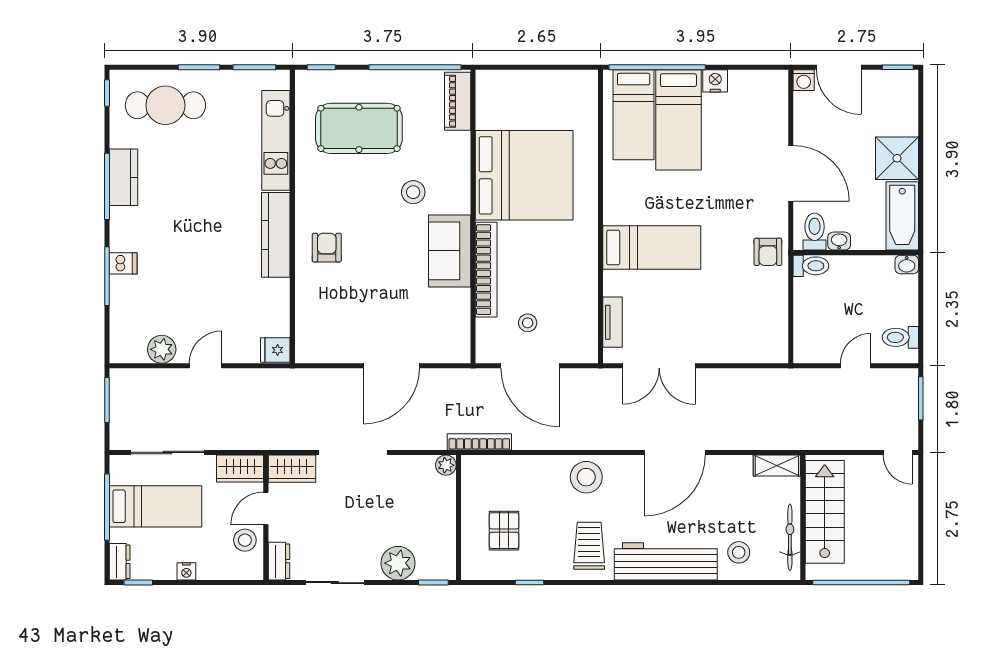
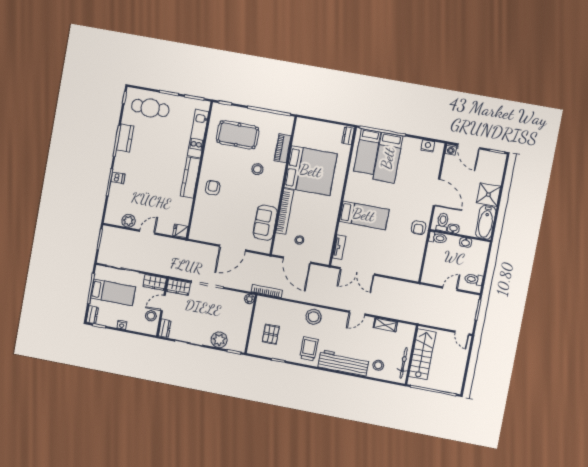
nightstand: (715, 81) -> (428, 146), moved
dresser: (588, 90) -> (348, 136), added
piano: (458, 101) -> (283, 148), moved
sofa: (450, 251) -> (265, 223), moved
washbasin: (907, 265) -> (466, 242), moved
door: (675, 452) -> (357, 313), width x0.53
shelving: (777, 466) -> (385, 325), moved

